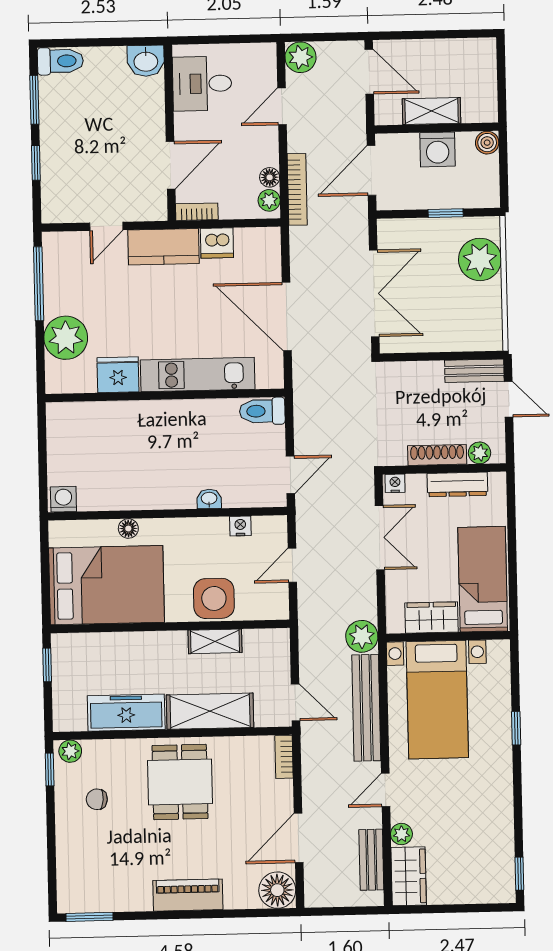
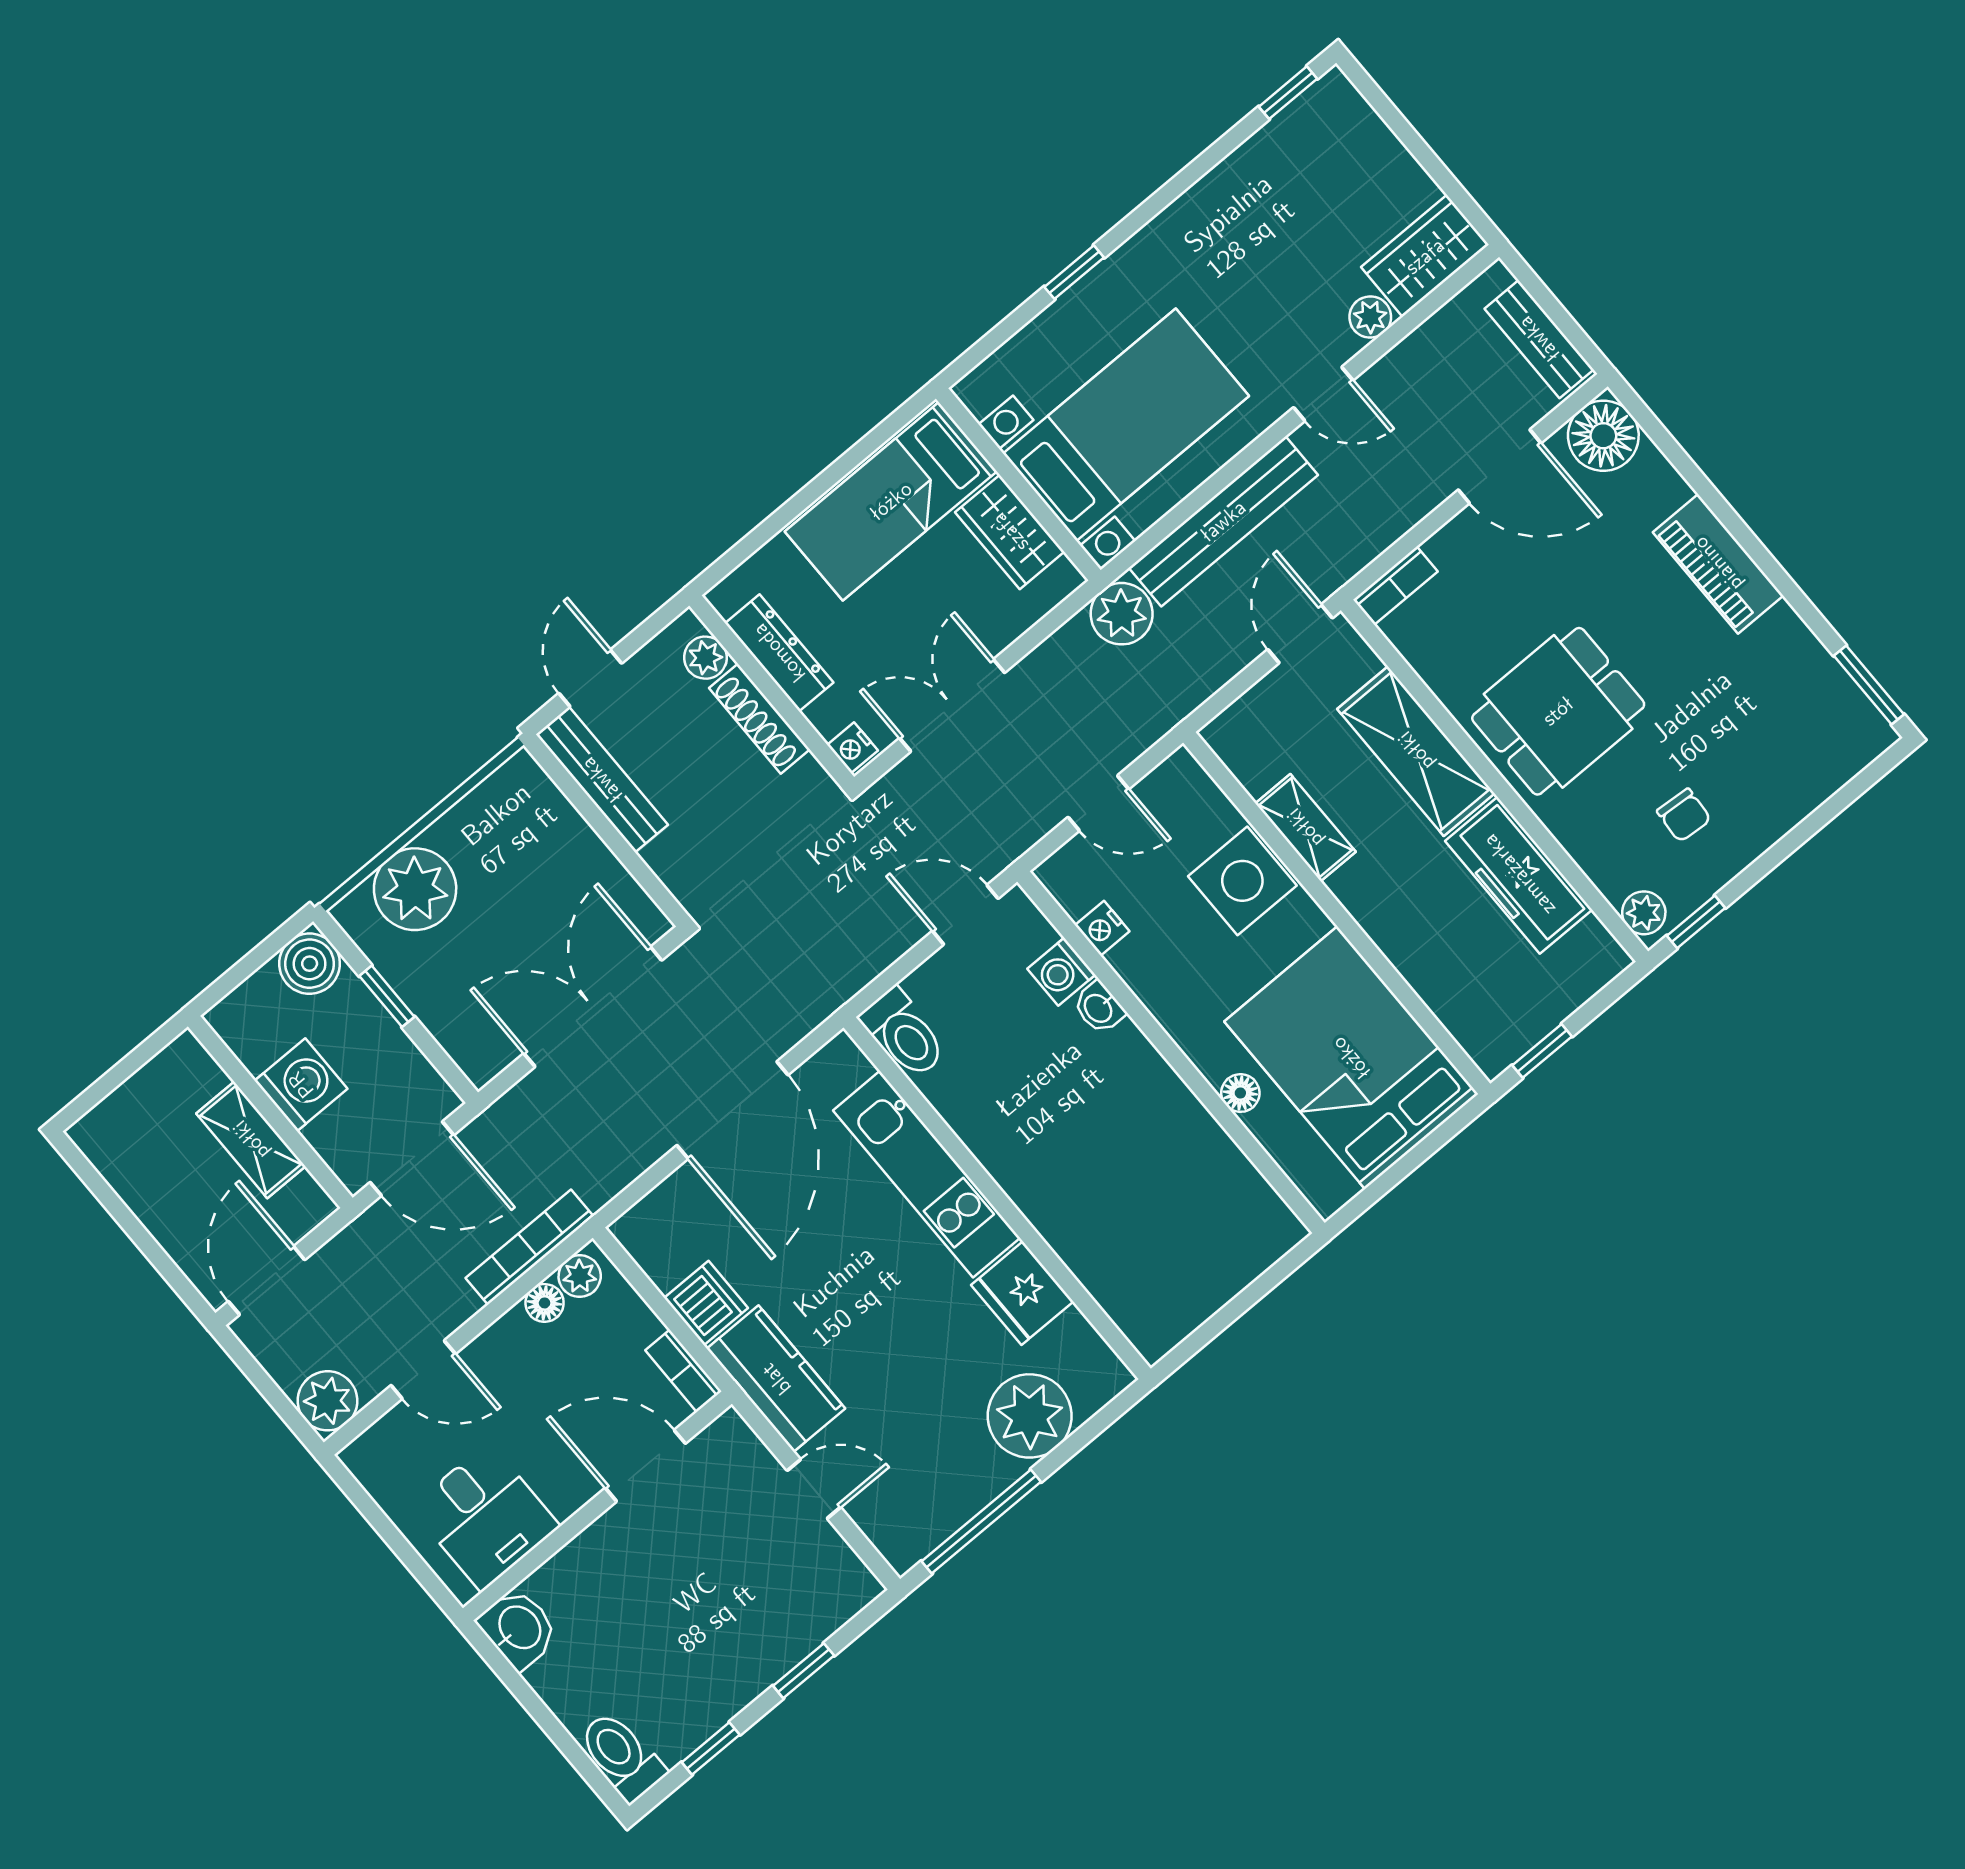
window: (34, 100) -> (711, 1749), width x0.67
boiler: (487, 143) -> (310, 964), moved, width x1.36, depth x1.36
bench: (474, 371) -> (602, 780), width x1.36
washing machine: (63, 499) -> (1061, 972), moved
bench: (371, 860) -> (1539, 339), moved, turned 90

